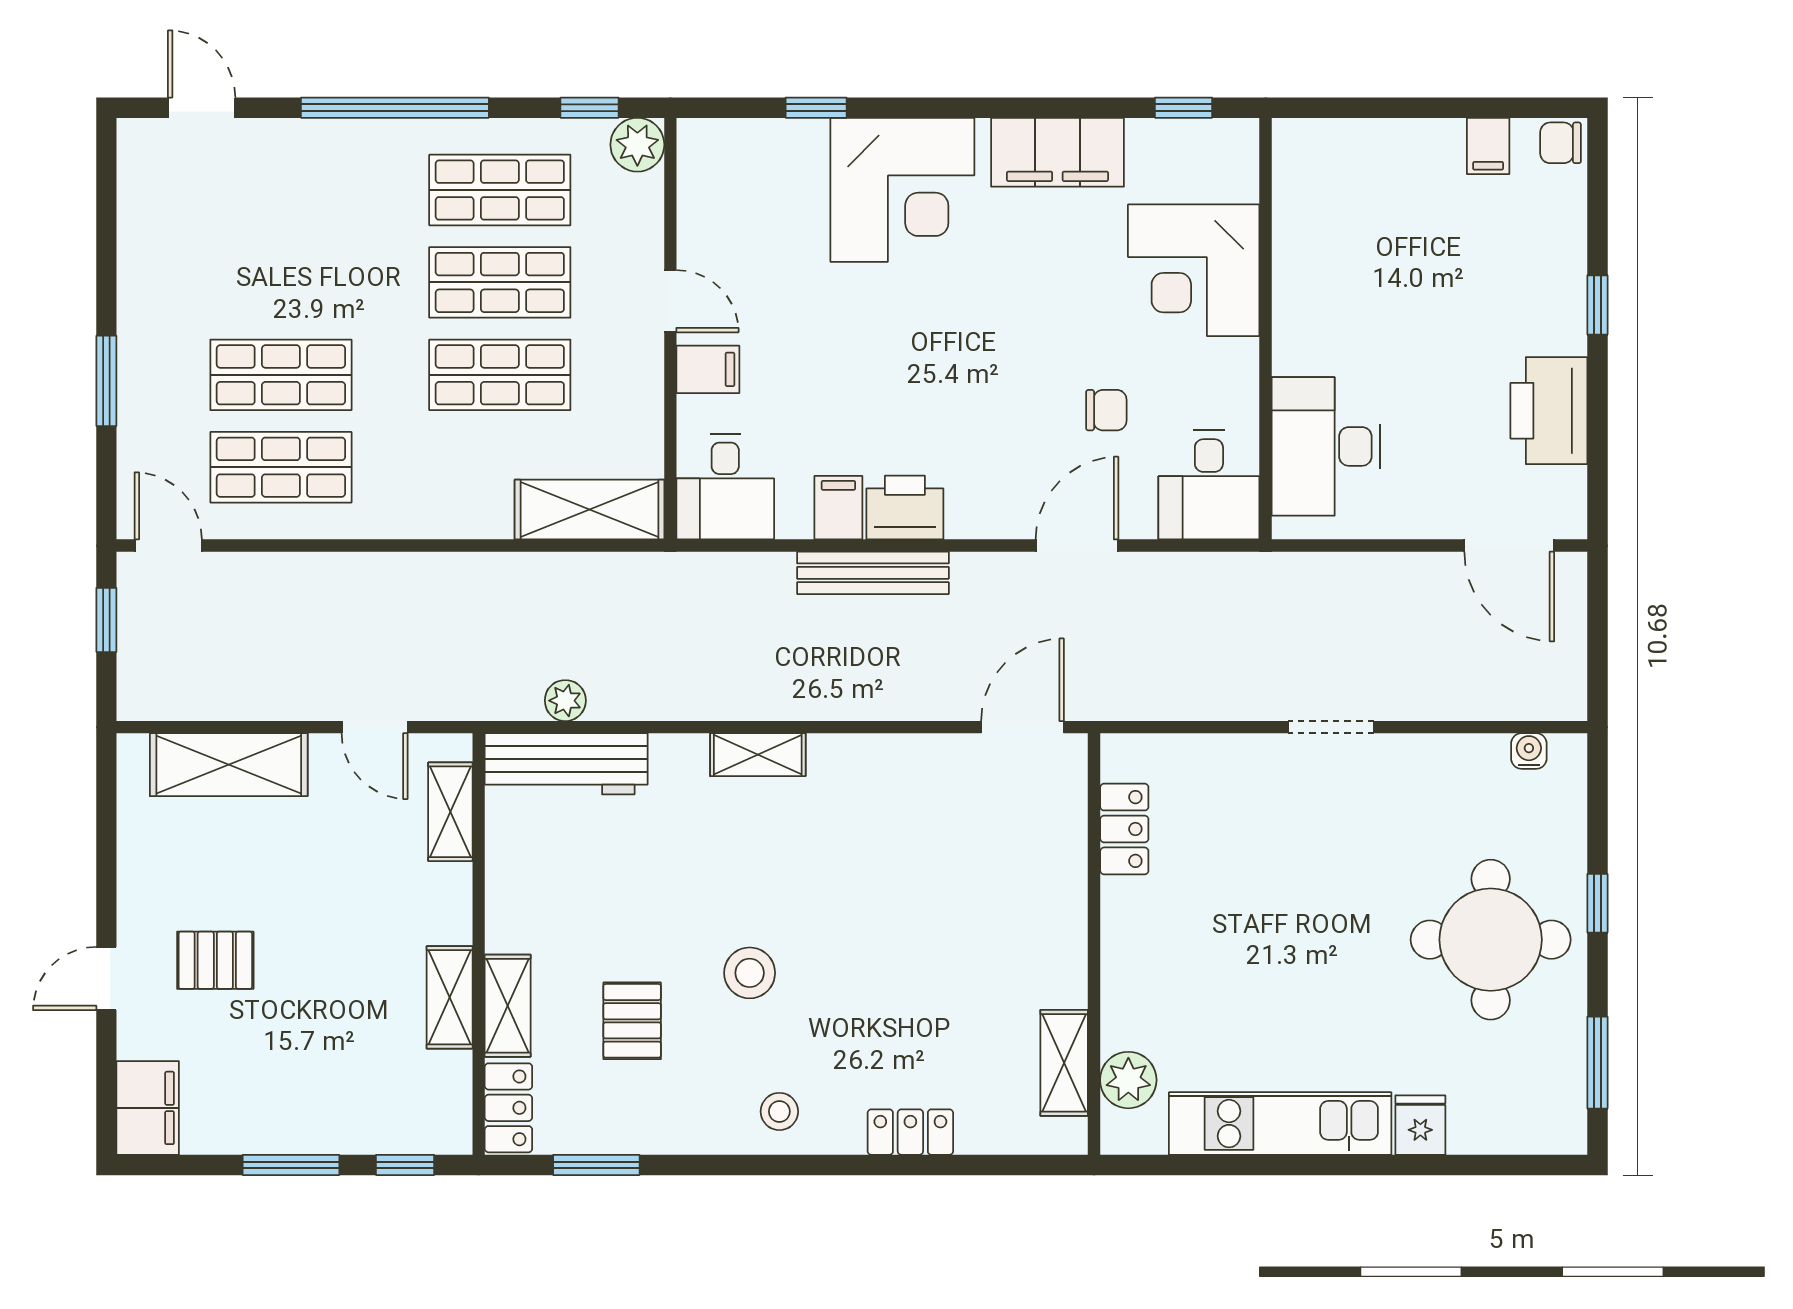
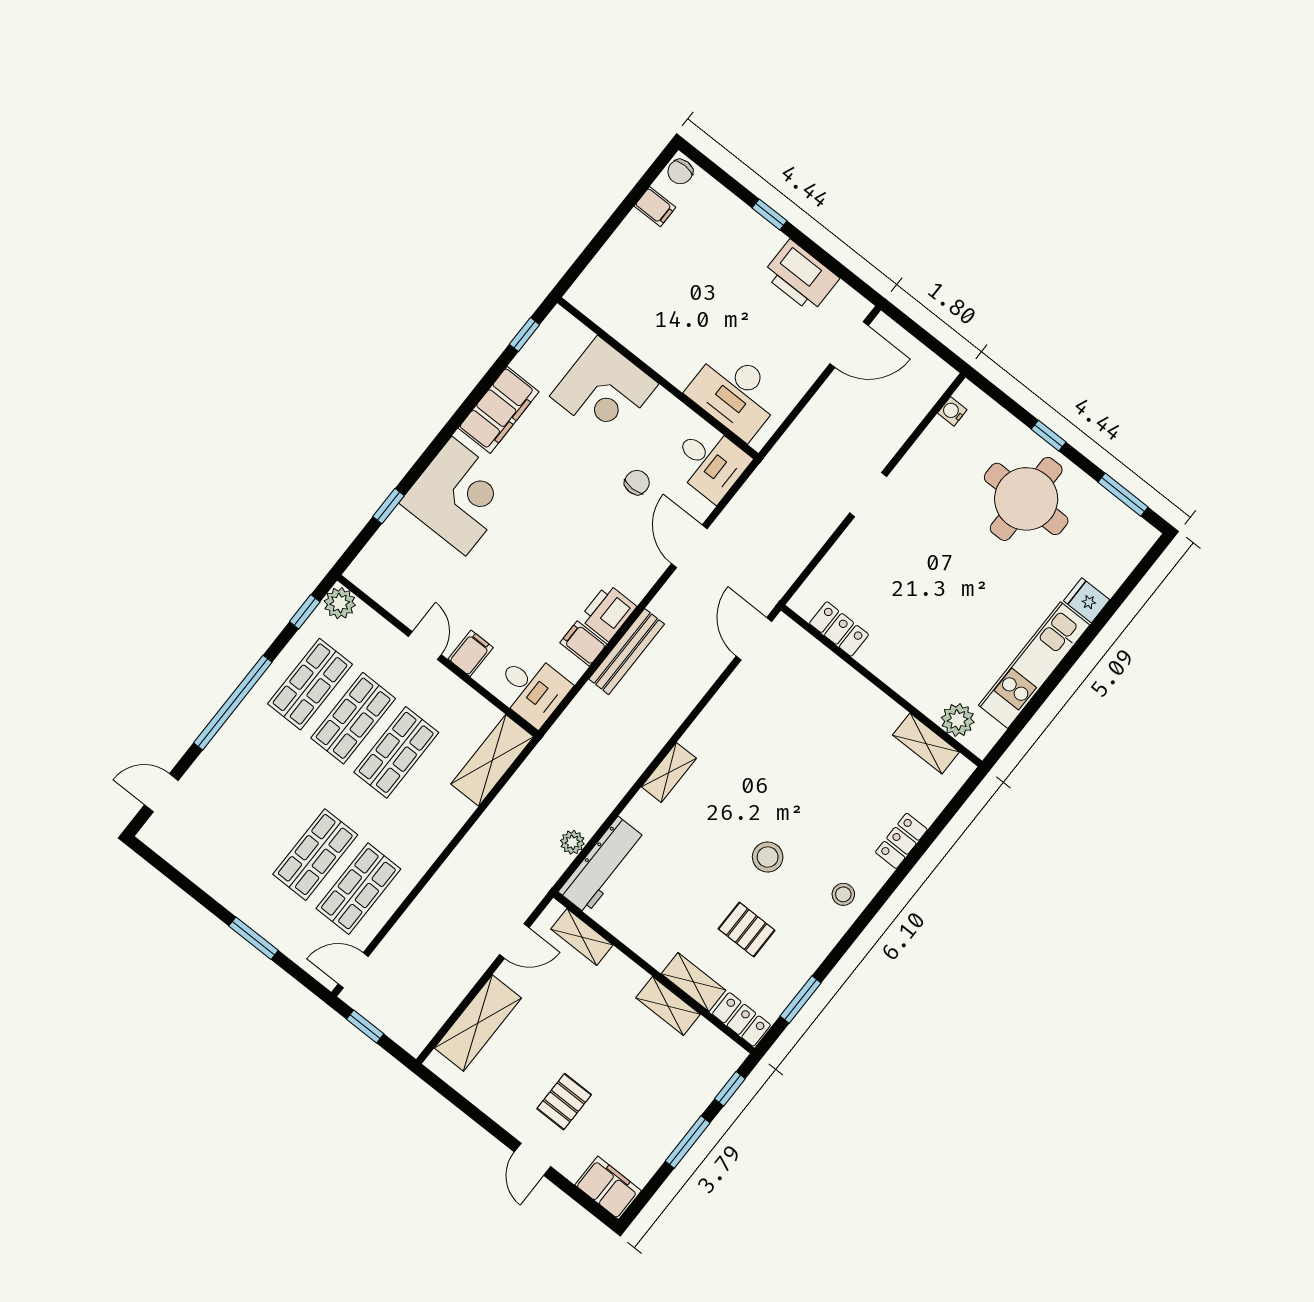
door: (670, 301) -> (425, 646), hinge flipped

